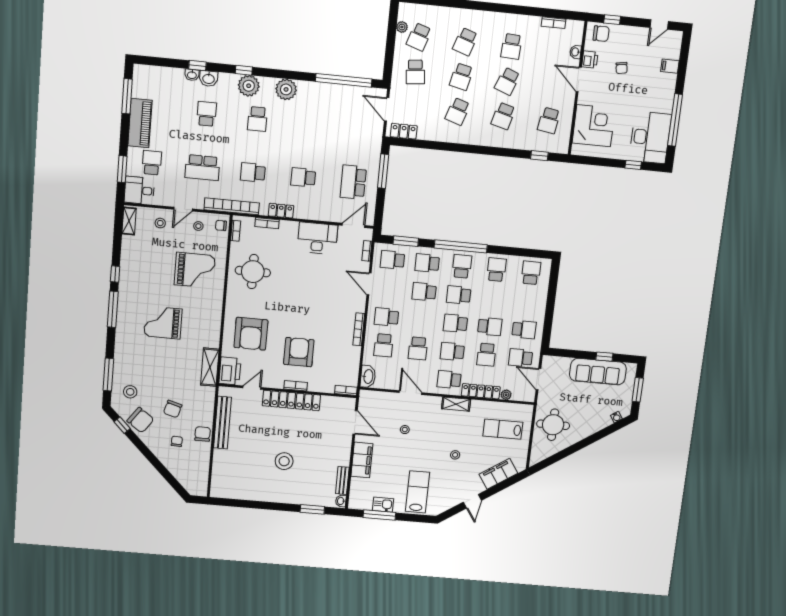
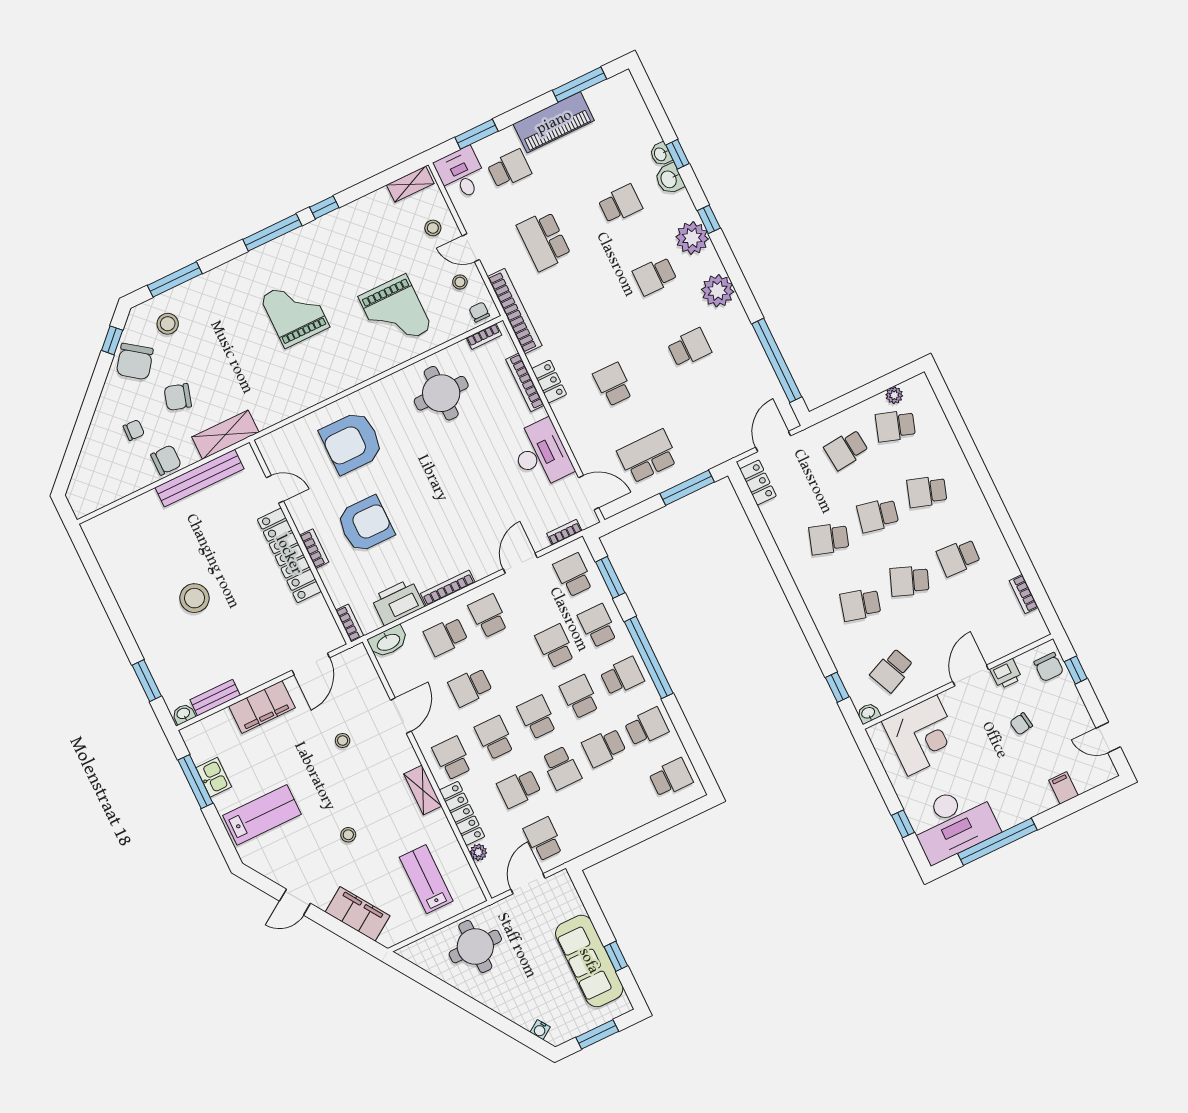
washbasin: (575, 52) -> (868, 713), moved
school desk: (549, 120) -> (892, 670), turned -33
school desk: (253, 172) -> (689, 348), moved, turned 90
bookcase: (267, 223) -> (525, 382), width x1.56
school desk: (524, 330) -> (604, 747), moved, turned 90
shelving: (210, 367) -> (225, 435), moved
printer: (230, 371) -> (398, 602), moved, turned 180

